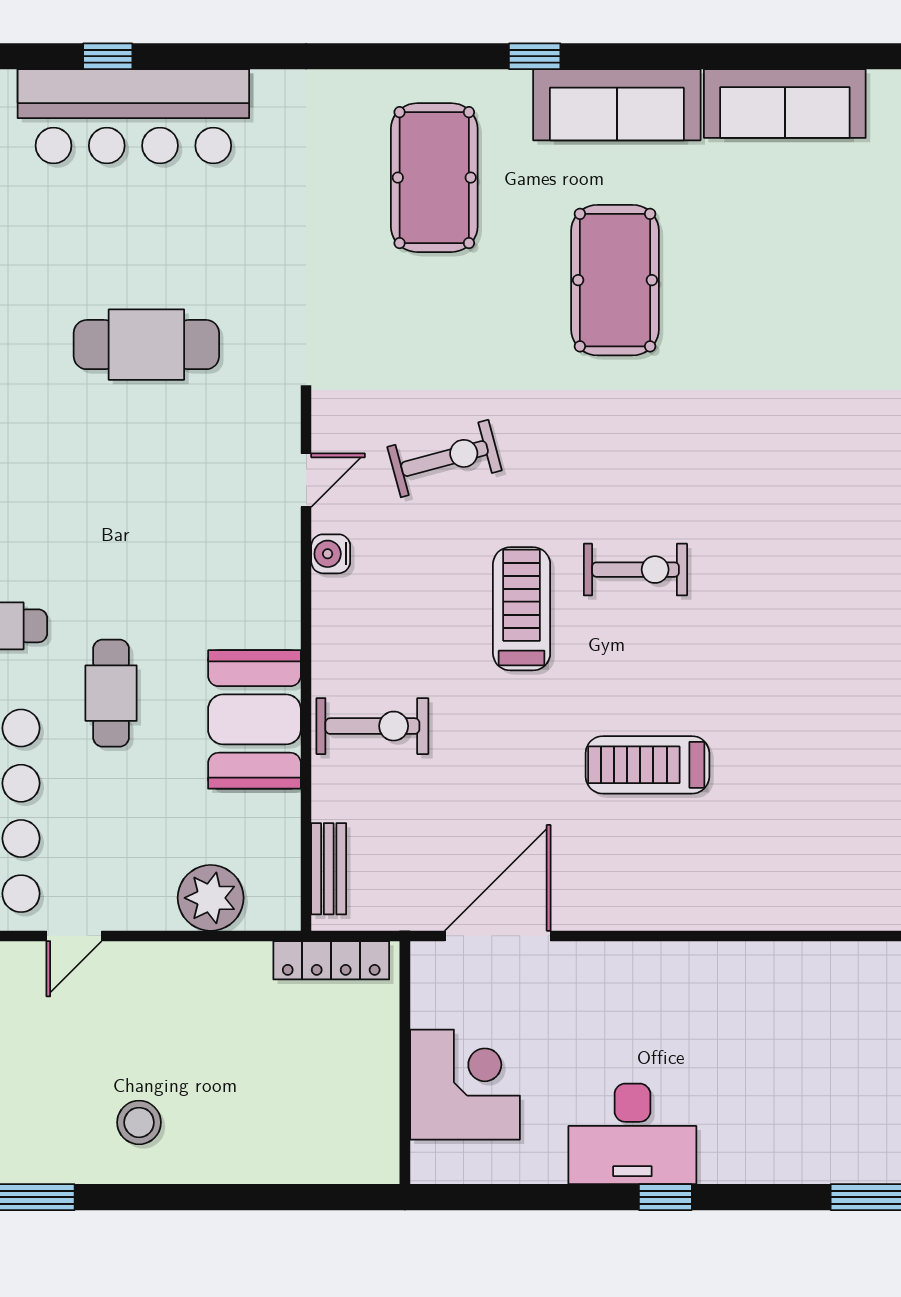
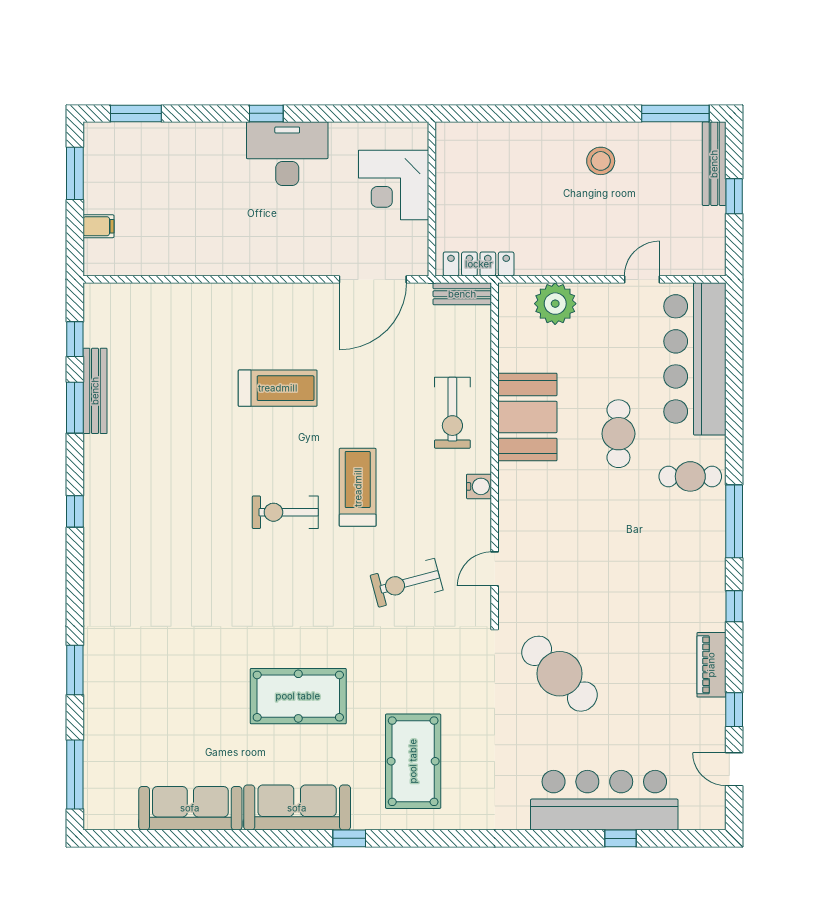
pool table: (615, 280) -> (298, 696), turned 90
cafe table: (146, 345) -> (560, 674), moved, turned 45
water cooler: (331, 554) -> (479, 486), moved
treadmill: (522, 609) -> (358, 487), turned 180
exercise bike: (372, 726) -> (452, 413), turned -90
bench: (329, 869) -> (462, 294), moved, turned 90

